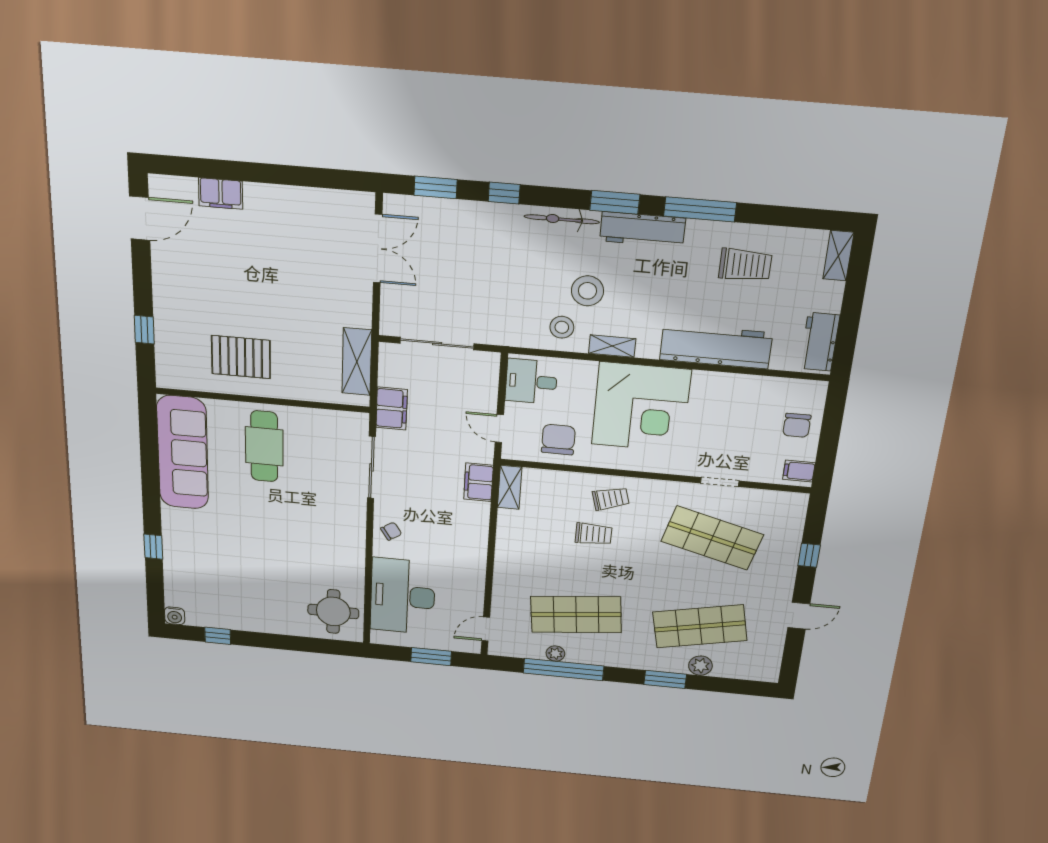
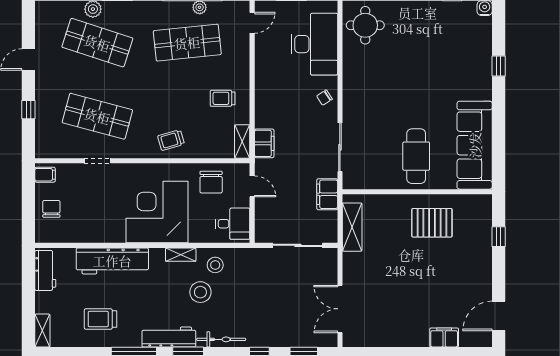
trolley: (594, 534) -> (223, 98), moved
shop shelf: (700, 626) -> (97, 43), turned 30

